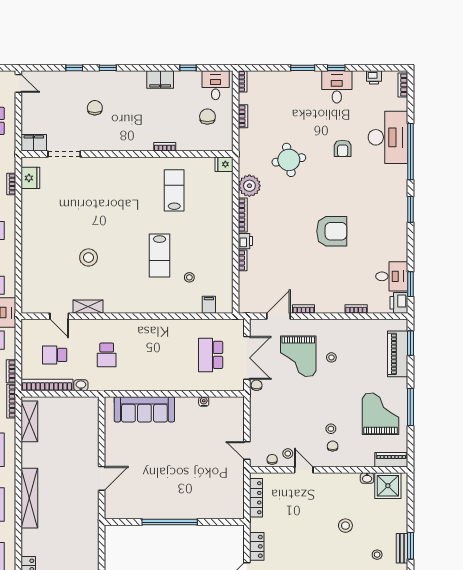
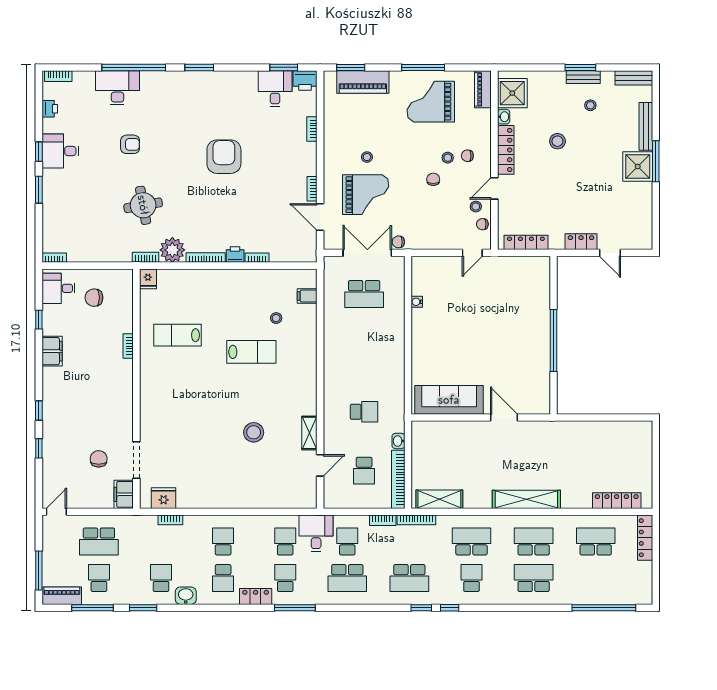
chair: (95, 108) -> (99, 459), moved, turned 90
bookcase: (243, 116) -> (145, 257), moved
desk: (388, 137) -> (117, 88), width x0.73, depth x0.77
sofa: (144, 409) -> (449, 400), moved, turned -90
chair: (312, 416) -> (433, 179), added
locker: (338, 480) -> (506, 150), added

